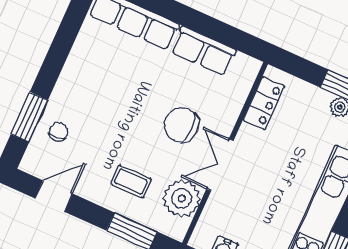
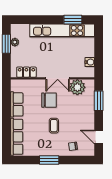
window: (29, 117) -> (49, 160), moved
chair: (181, 125) -> (49, 100), turned -90
coffee table: (131, 182) -> (54, 126), moved

